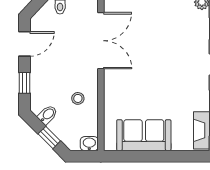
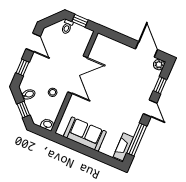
double door: (101, 41) -> (78, 75), moved
door: (24, 44) -> (33, 43), hinge flipped

